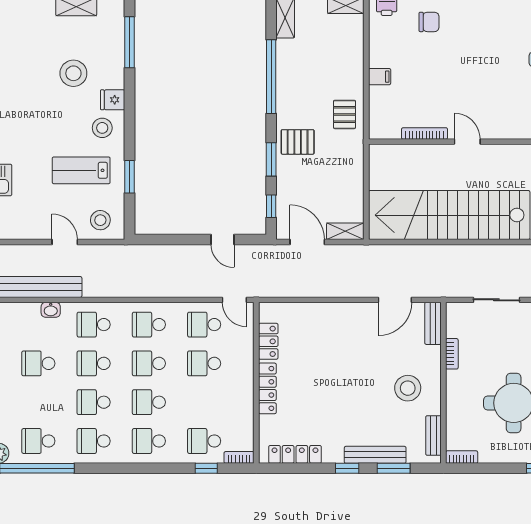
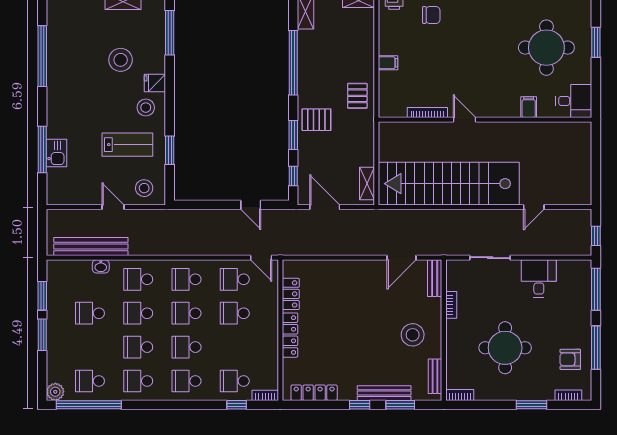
lab bench: (81, 170) -> (127, 145), turned 180
shelving: (345, 231) -> (367, 184), moved, turned 90

